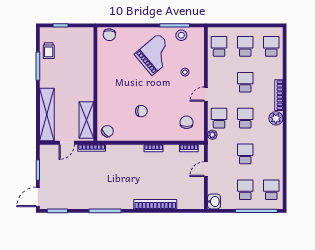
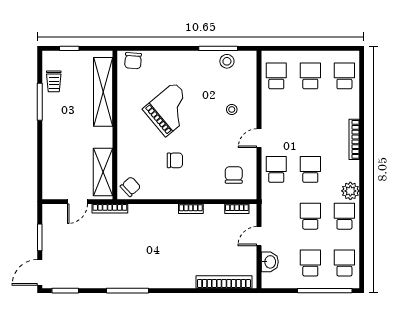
grand piano: (155, 54) -> (170, 109), moved
school desk: (245, 82) -> (344, 216), moved
shelving: (47, 114) -> (103, 92), moved
plant: (276, 118) -> (350, 191), moved
plant: (212, 135) -> (267, 191), removed
washbasin: (214, 201) -> (270, 262), moved
bookcase: (155, 204) -> (224, 282), moved

